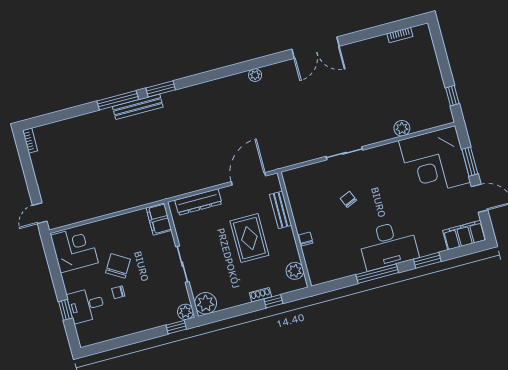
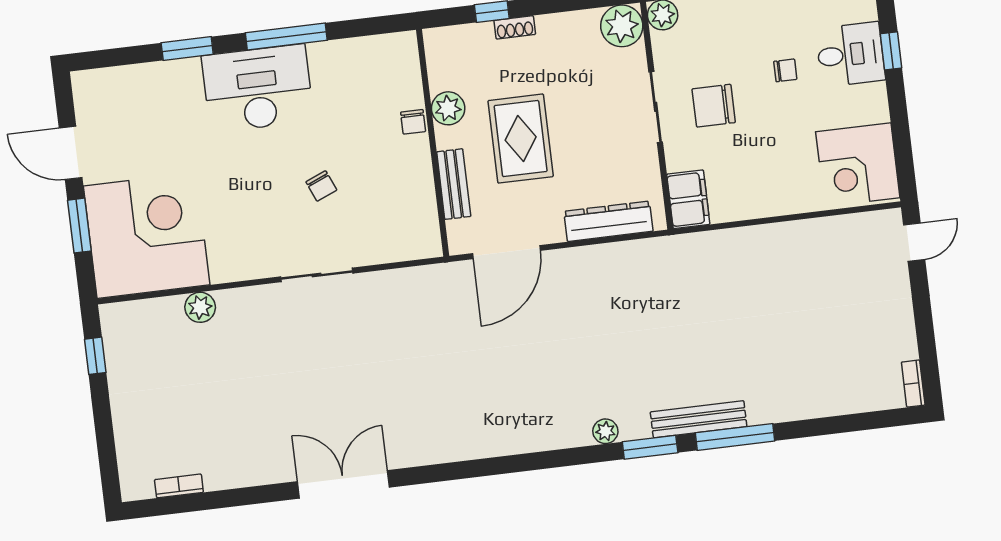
plant: (255, 75) -> (605, 431), moved
filing cabinet: (464, 235) -> (110, 87), removed
chair: (118, 266) -> (714, 106), moved, turned 59
plant: (295, 271) -> (448, 108), moved

